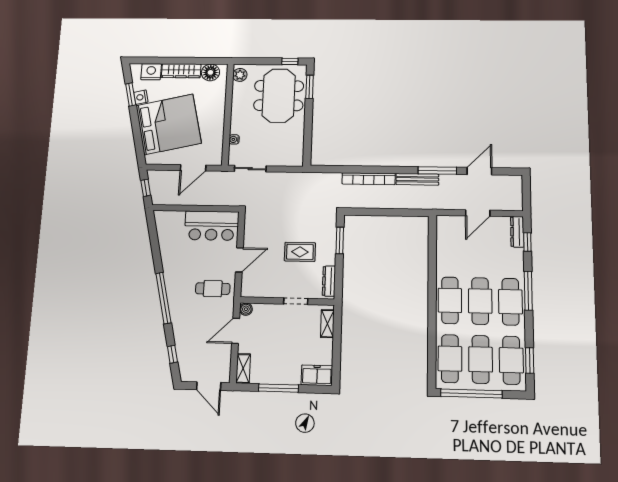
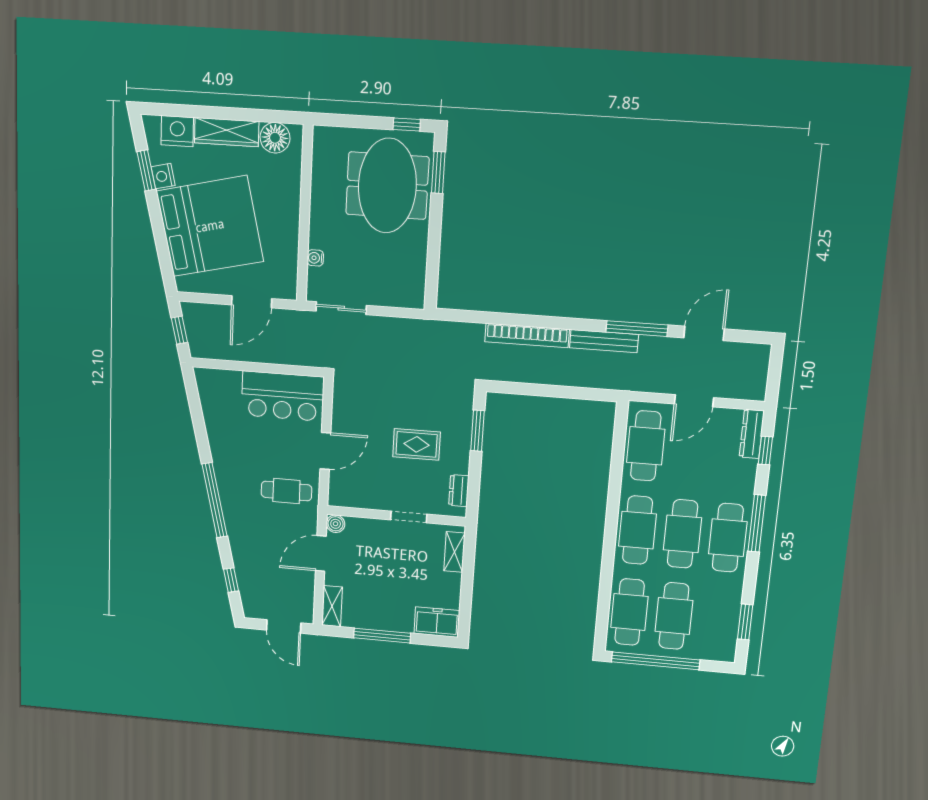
plant: (240, 75) -> (323, 145), removed
dresser: (329, 281) -> (459, 491), width x0.70
cafe table: (511, 360) -> (646, 446), moved

